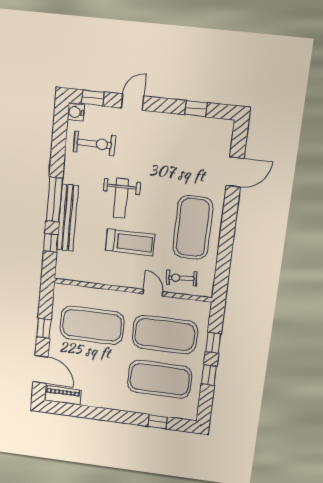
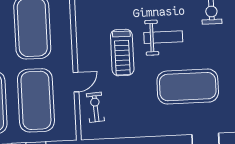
weight bench: (121, 198) -> (163, 37), turned 180
exercise mat: (193, 227) -> (188, 87), moved

